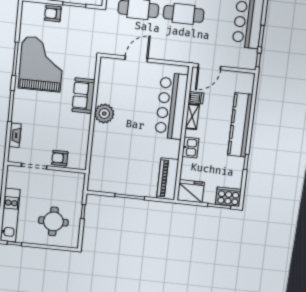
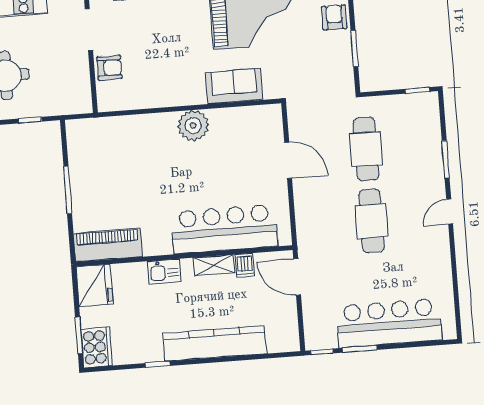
sofa: (83, 96) -> (234, 86), moved
armchair: (60, 158) -> (109, 68), turned 90

